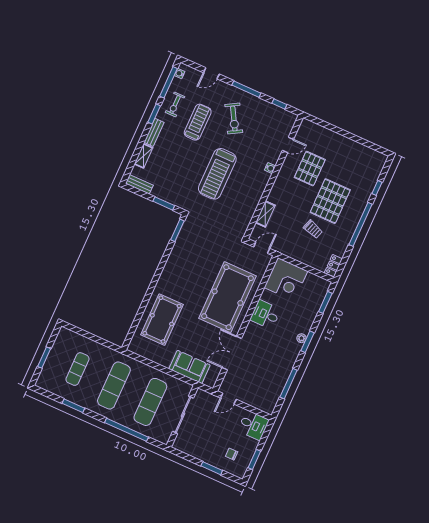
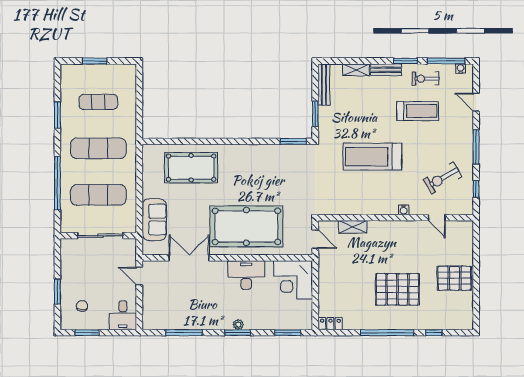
exercise bike: (234, 119) -> (443, 178), moved
pallet: (310, 169) -> (454, 278), moved
bench: (139, 184) -> (324, 84), width x1.36
trolley: (313, 229) -> (359, 284), removed
desk: (265, 314) -> (246, 275), width x1.37

